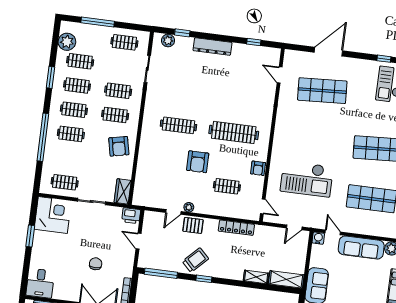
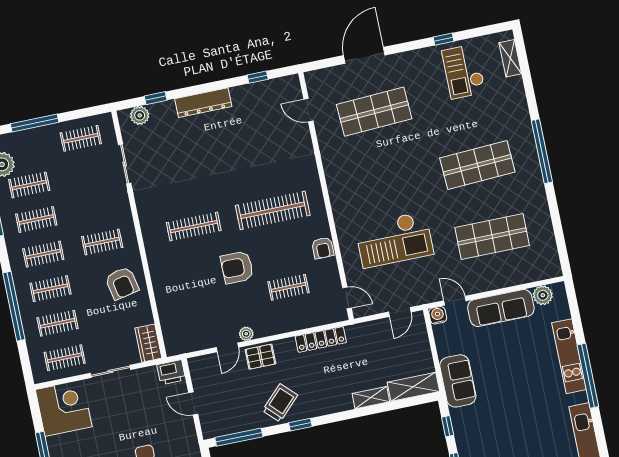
clothes rail: (118, 91) -> (58, 323), moved
armchair: (198, 162) -> (237, 267), turned 90

